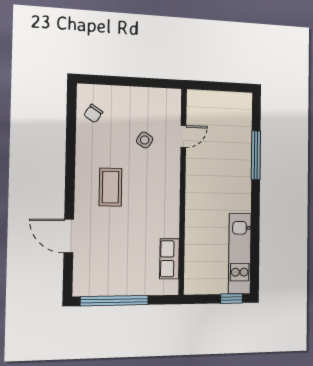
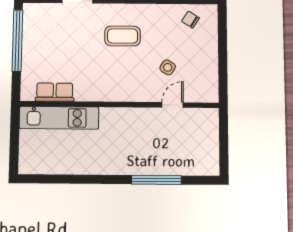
door: (183, 136) -> (173, 105), swing flipped
kitchen unit: (240, 254) -> (59, 118), moved, turned 180
window: (232, 299) -> (14, 155), removed

